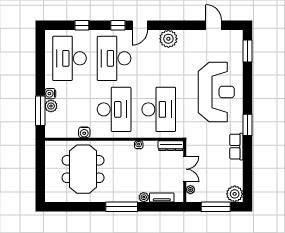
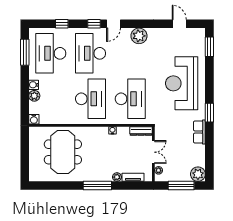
reception desk: (216, 92) -> (182, 83), turned 180
window: (40, 111) -> (25, 52), moved
water cooler: (84, 132) -> (34, 119), moved

